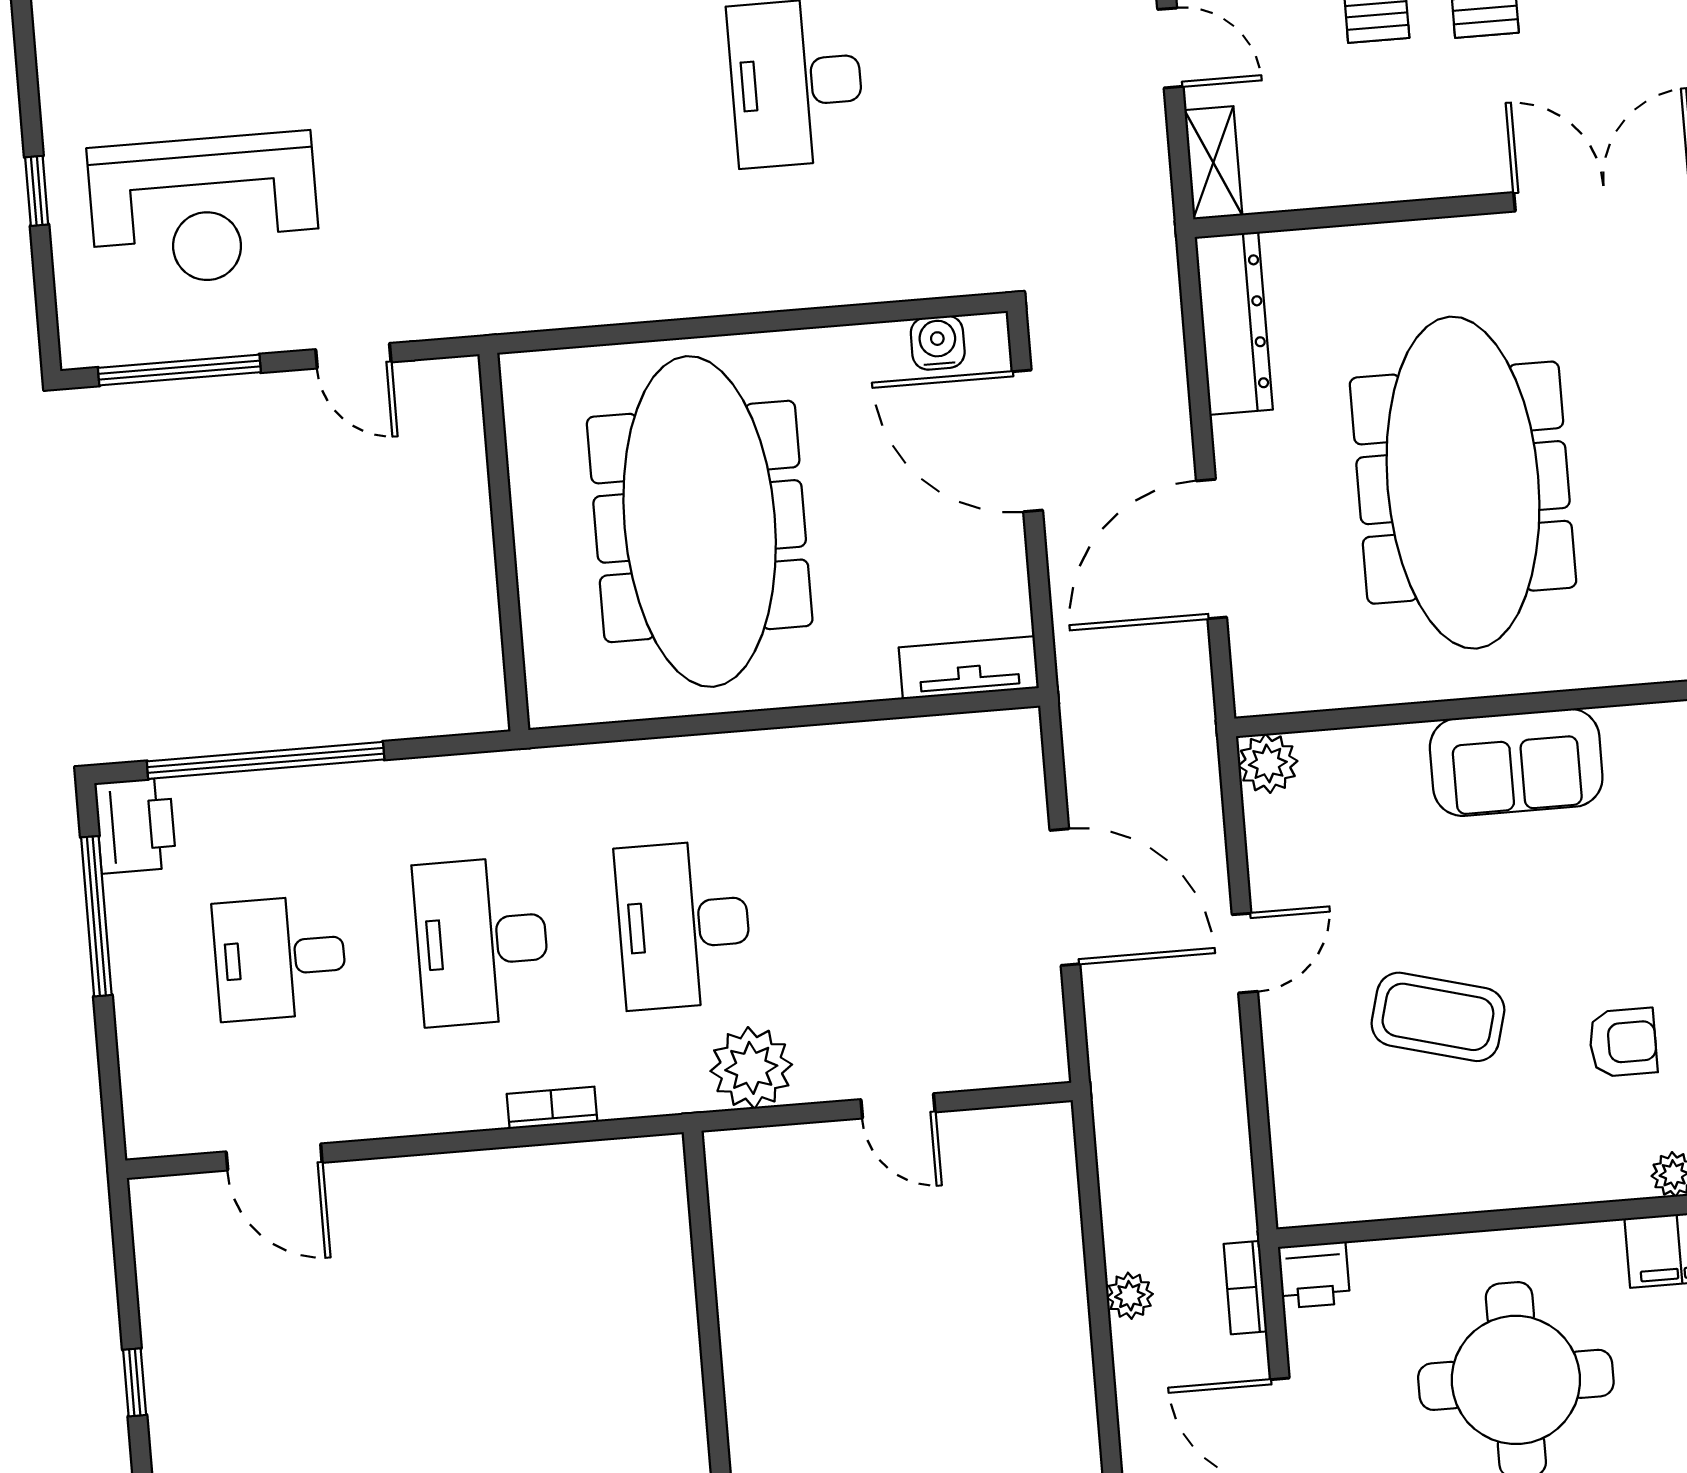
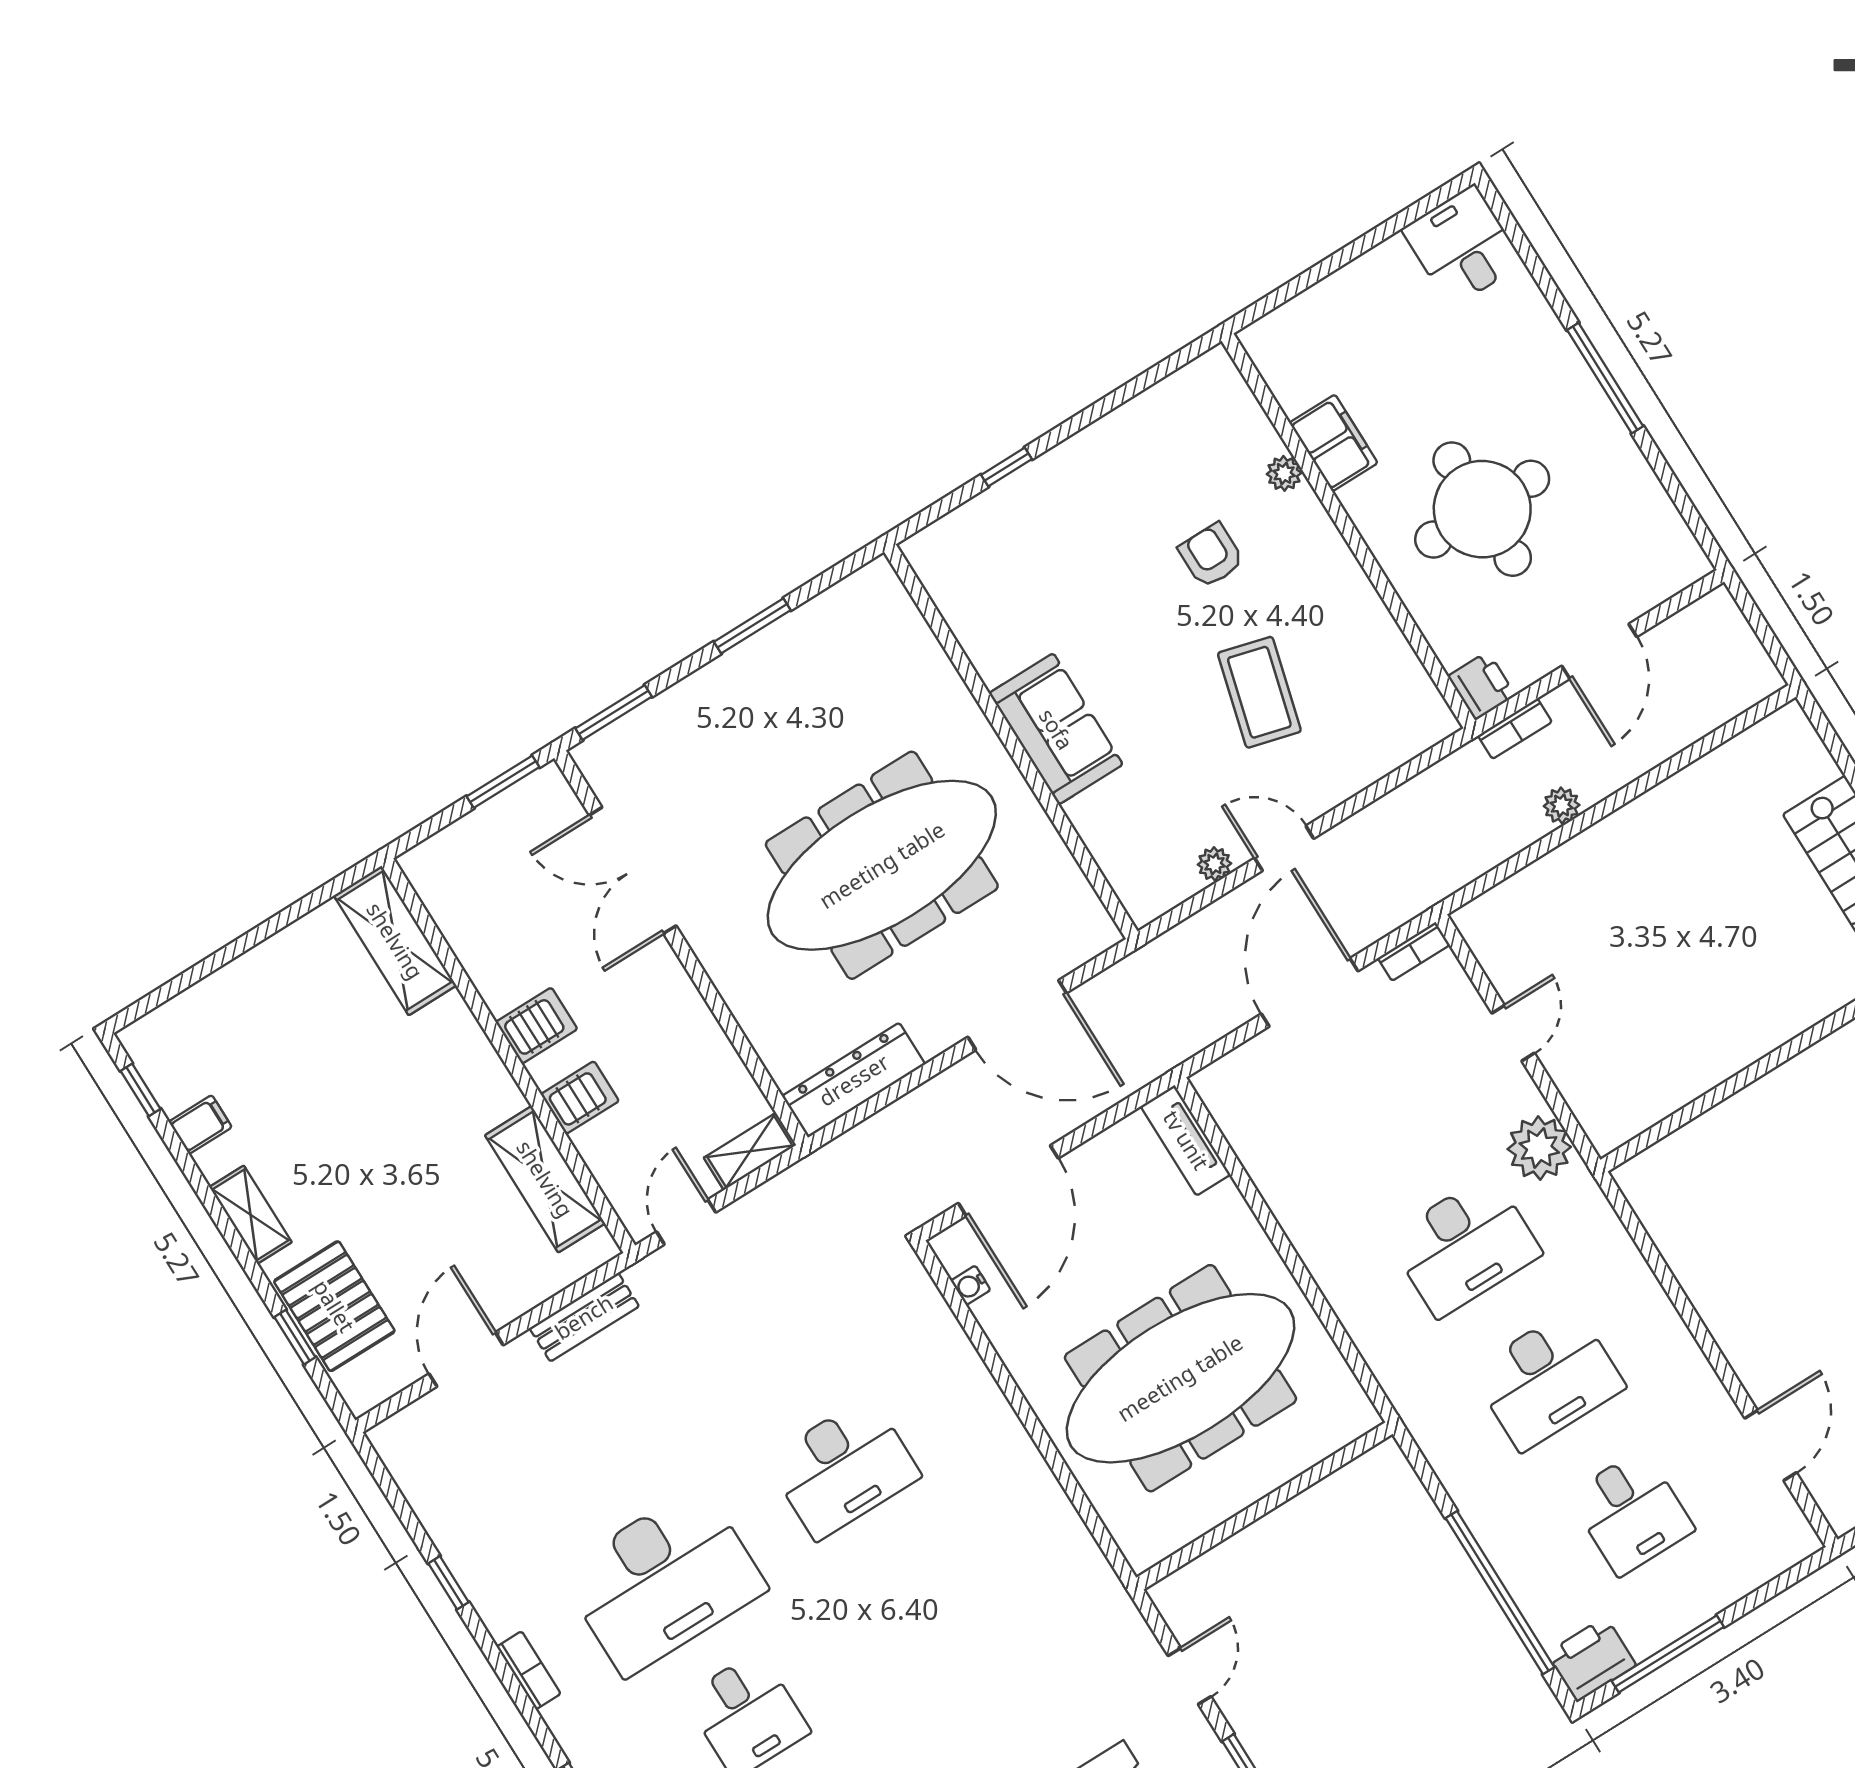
water cooler: (938, 343) -> (971, 1285), width x0.72, depth x0.72
plant: (1268, 763) -> (1214, 864), moved, width x0.73, depth x0.73
bookcase: (552, 1108) -> (1414, 951), moved, turned -90

